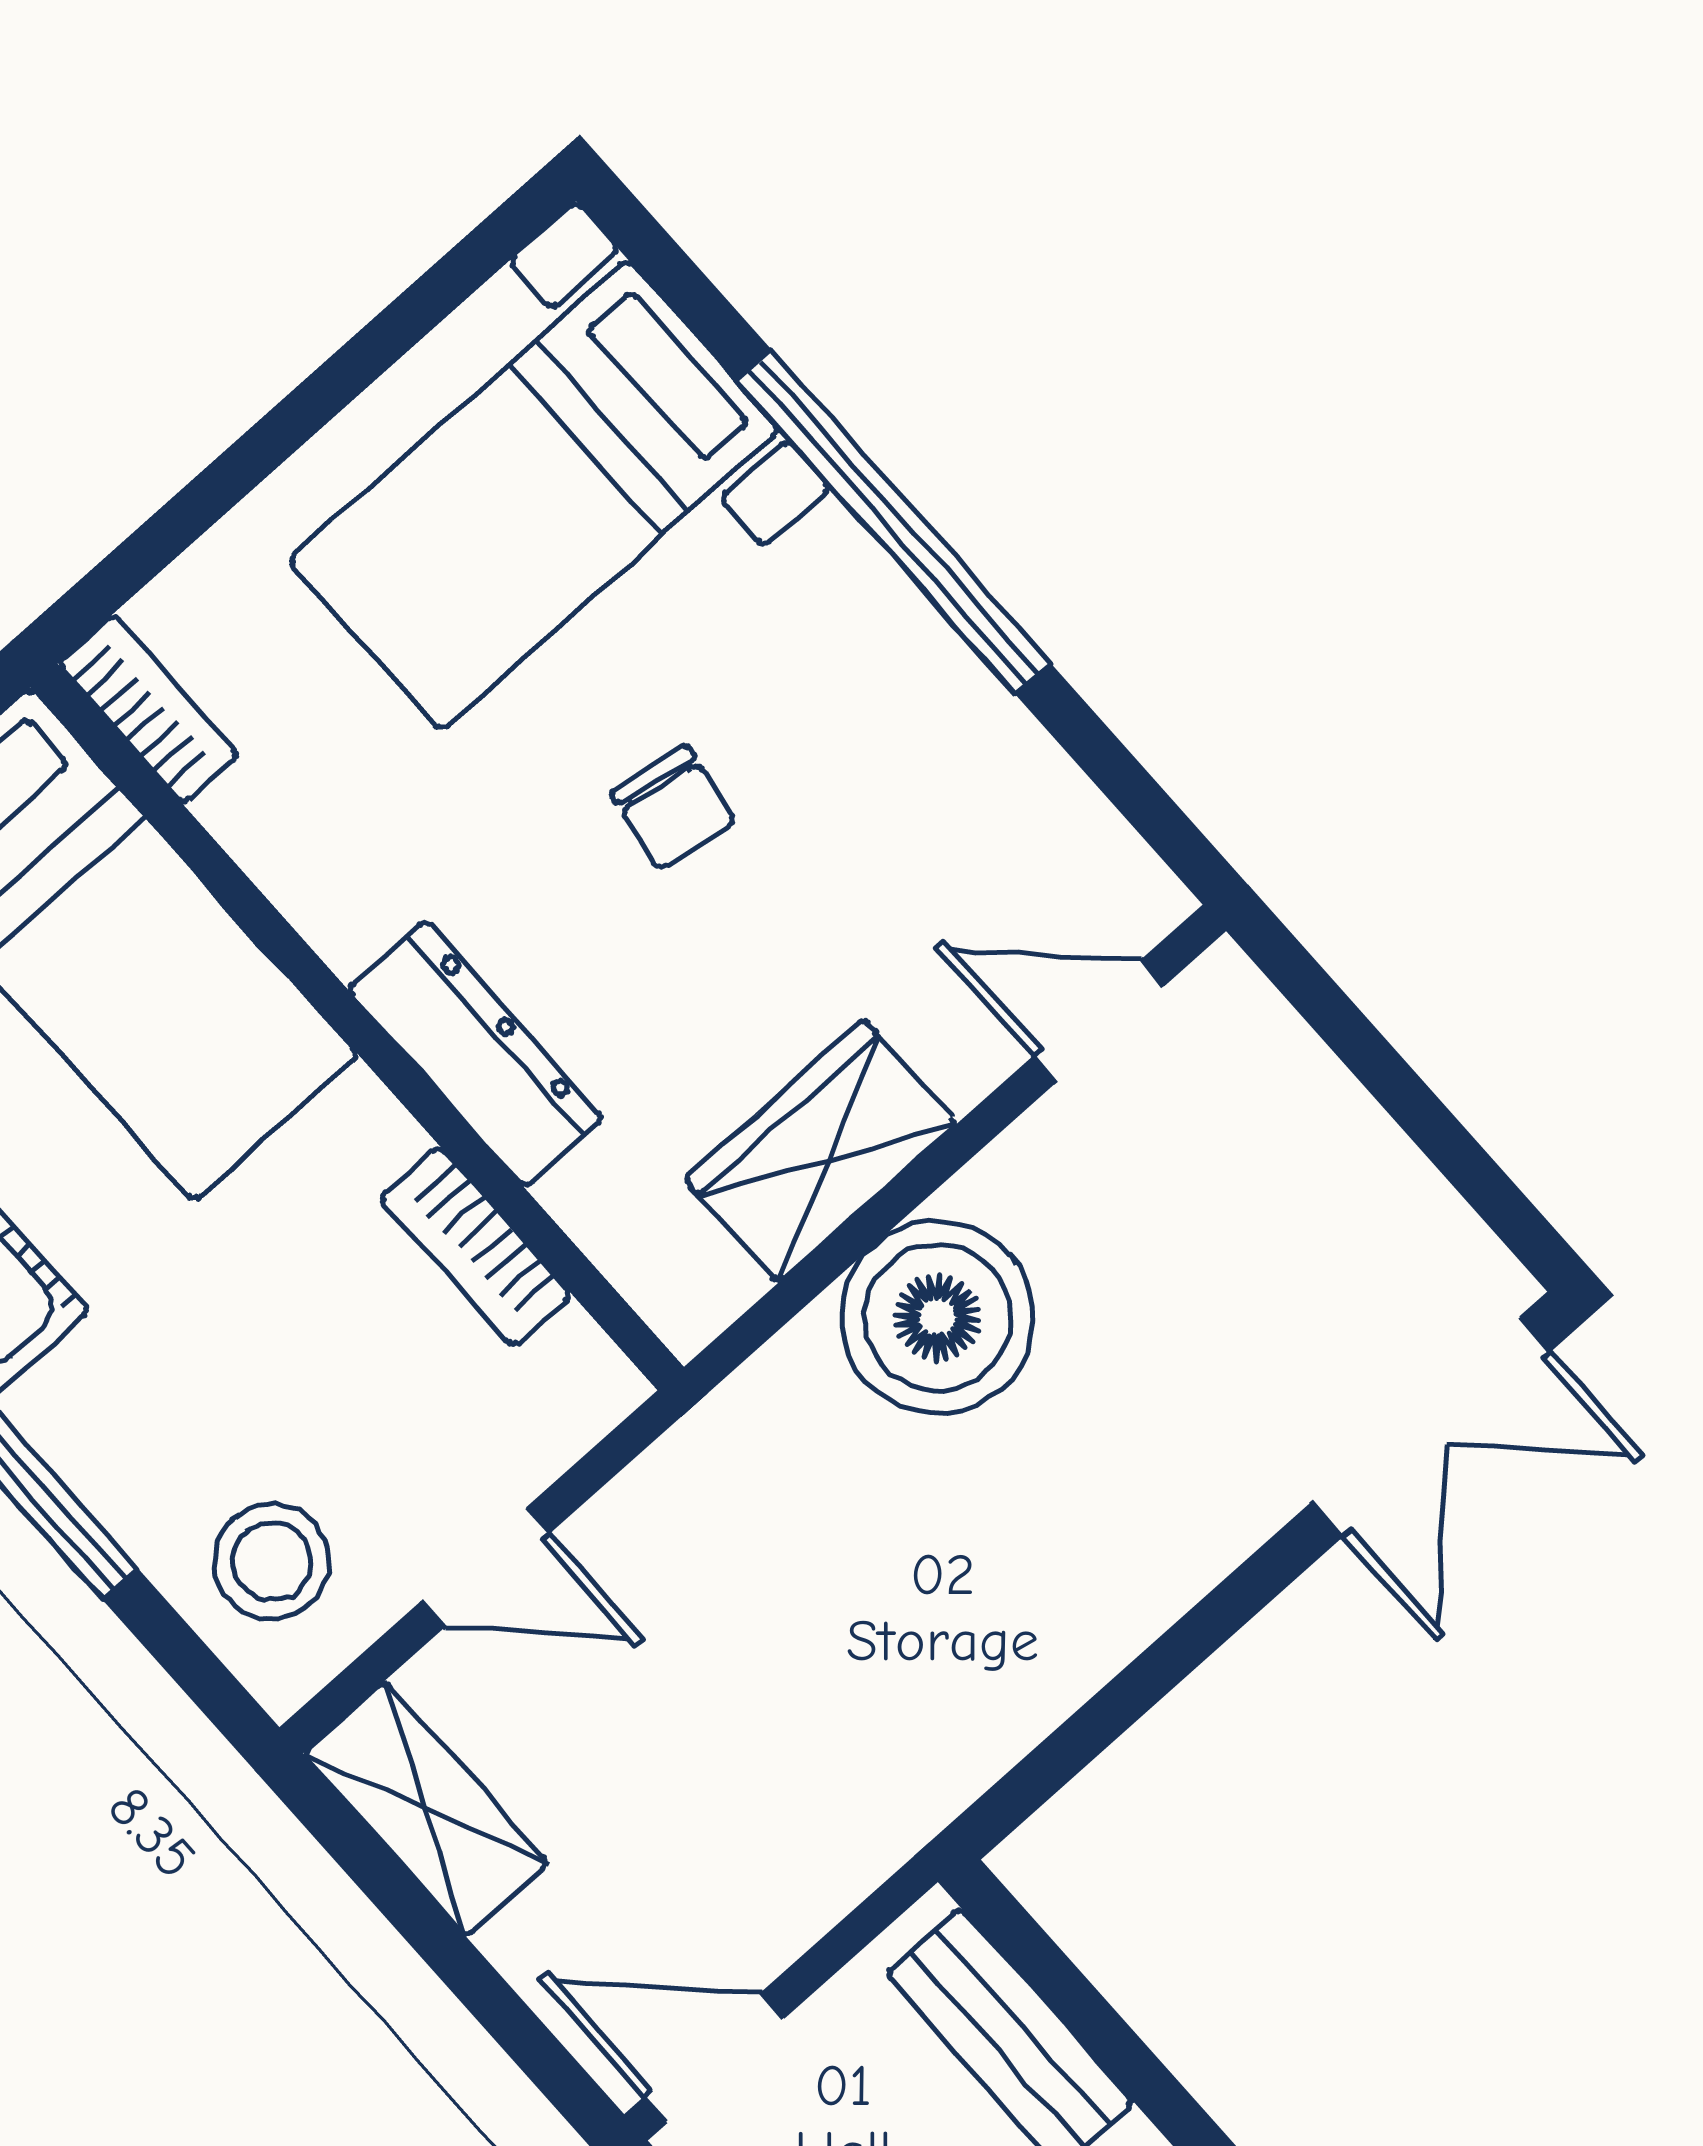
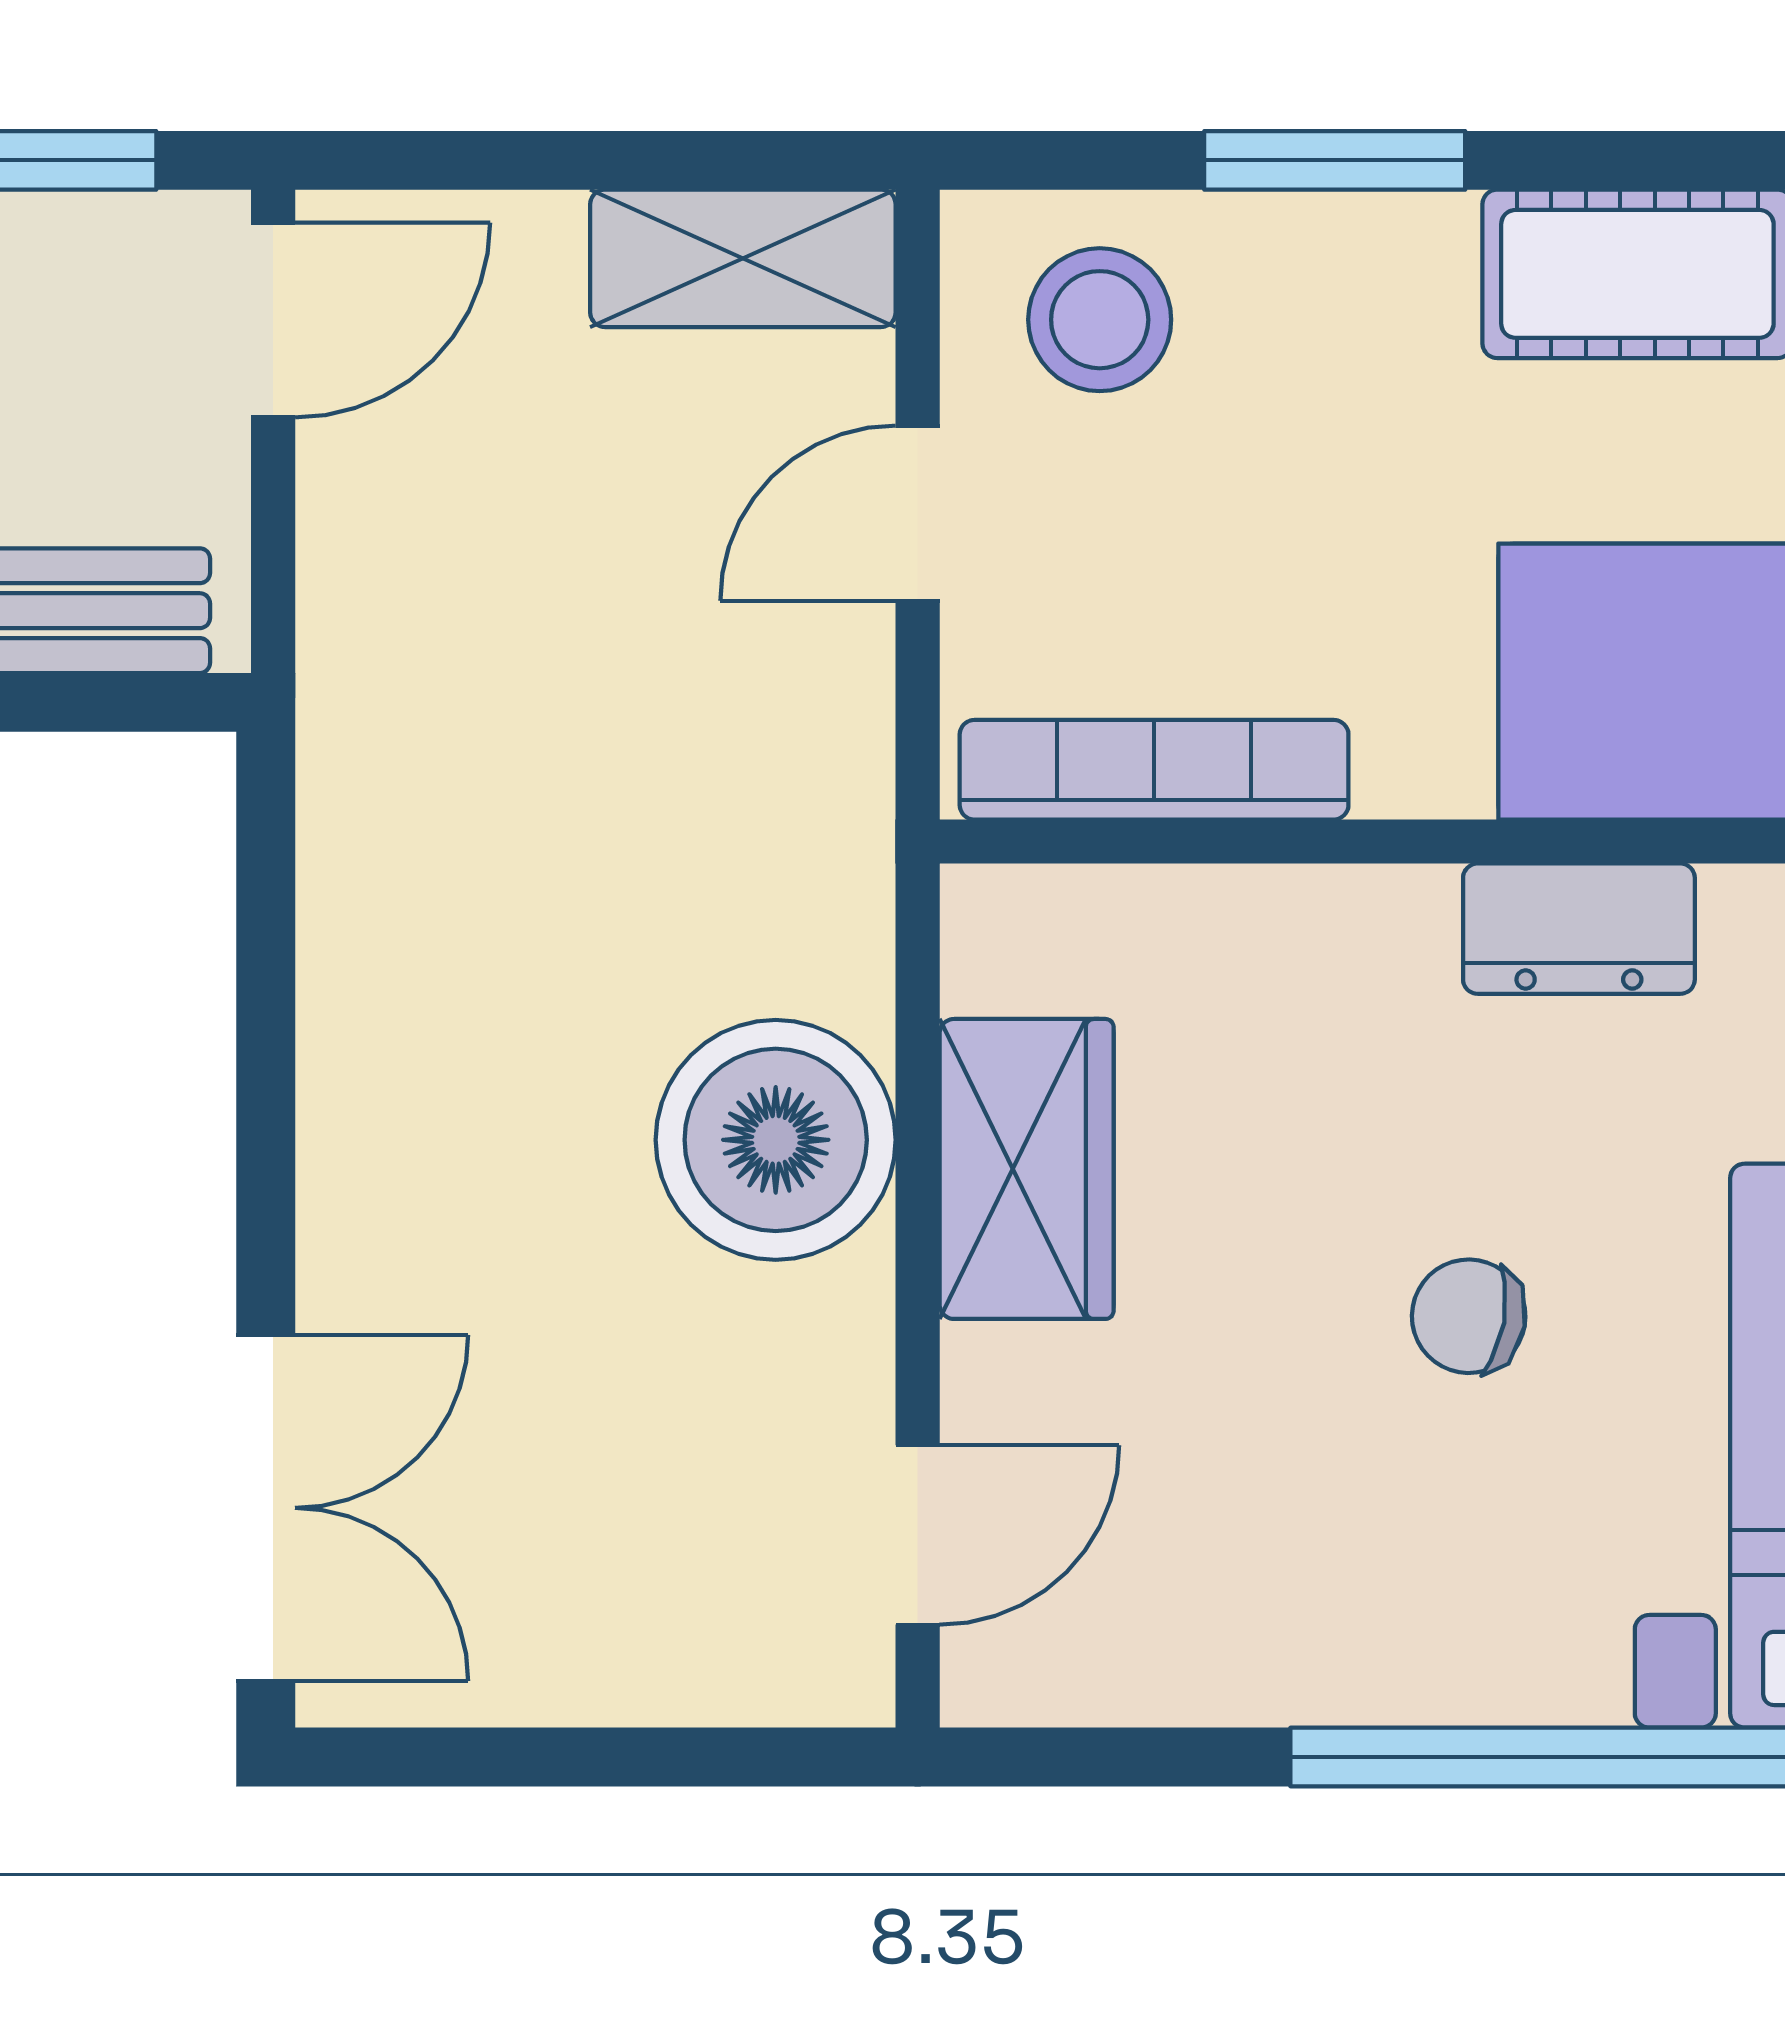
dresser: (475, 1054) -> (1579, 929), moved, width x0.70
bookcase: (475, 1246) -> (1154, 770), width x1.56
double door: (1431, 1427) -> (266, 1508), swing flipped

